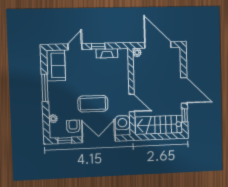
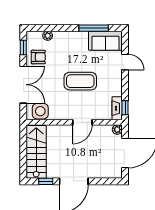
window: (98, 46) -> (125, 108), moved
fireplace: (107, 53) -> (117, 108), moved
window: (45, 88) -> (94, 28), moved
door: (132, 103) -> (82, 122), moved
coffee table: (93, 104) -> (80, 81), moved, turned 90

